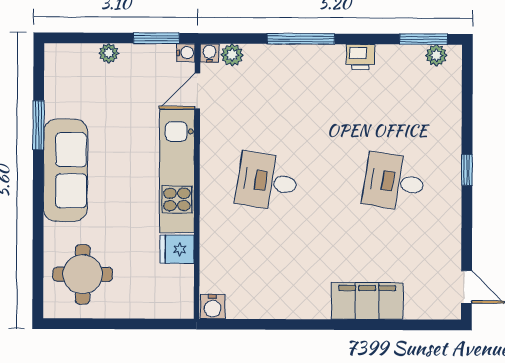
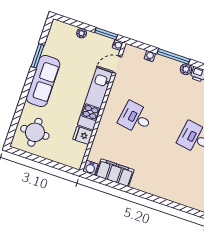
water cooler: (209, 53) -> (150, 56), moved
plant: (232, 55) -> (186, 69), moved
filing cabinet: (367, 301) -> (115, 173), moved

